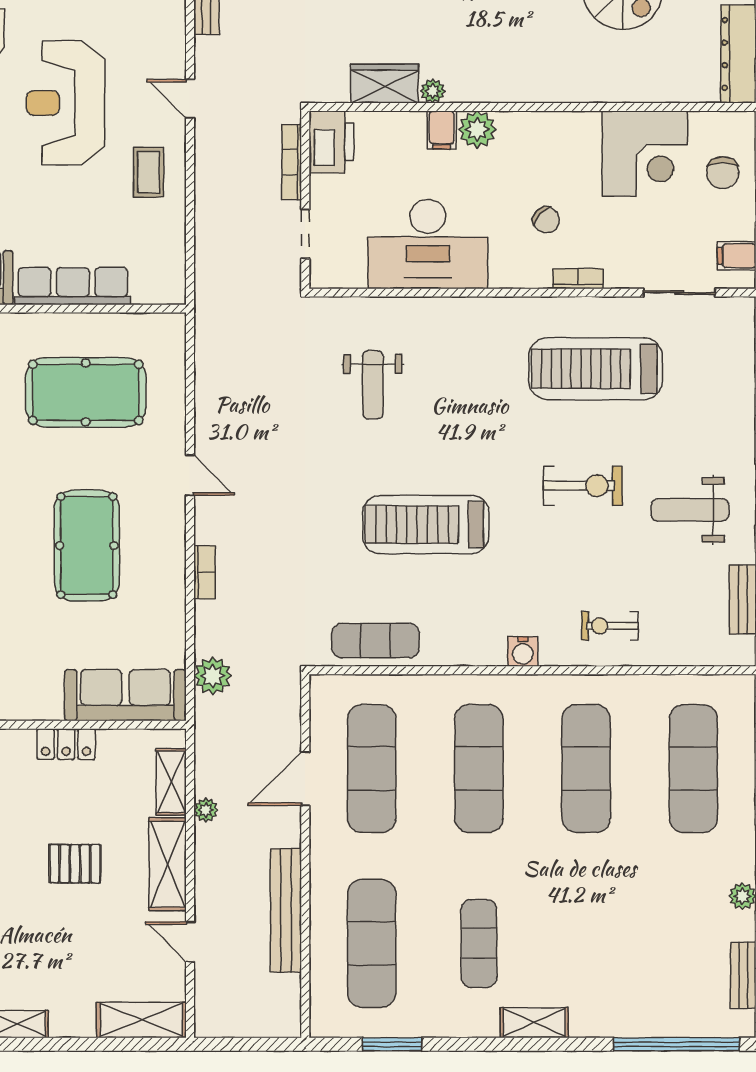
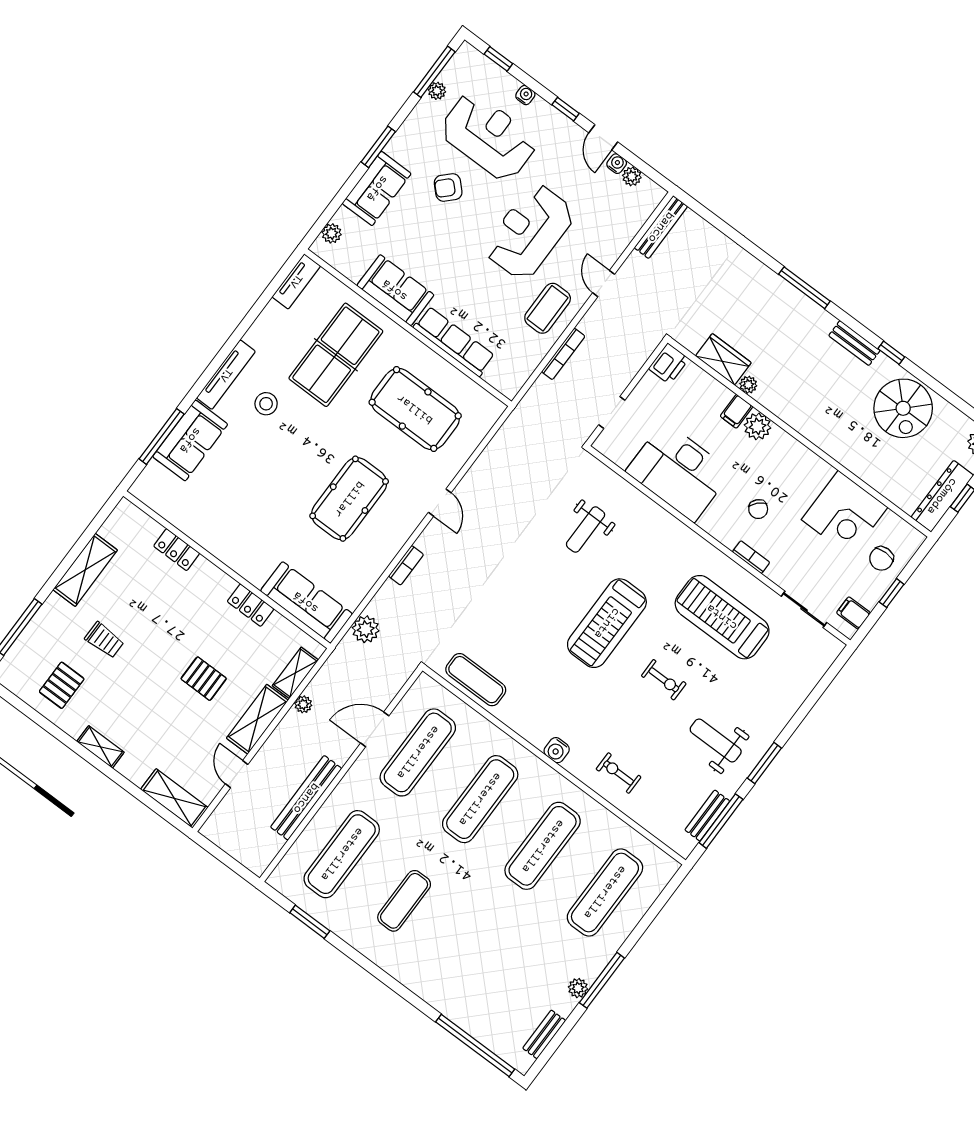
printer: (331, 142) -> (669, 364), width x0.73, depth x0.84
bookcase: (292, 162) -> (563, 354), moved, turned 180
coffee table: (149, 172) -> (548, 308), width x1.36, depth x1.30
exercise bike: (583, 486) -> (664, 680), width x0.73, depth x0.72
treadmill: (426, 524) -> (607, 623), moved, turned -90
shelving: (534, 1023) -> (402, 971), removed

